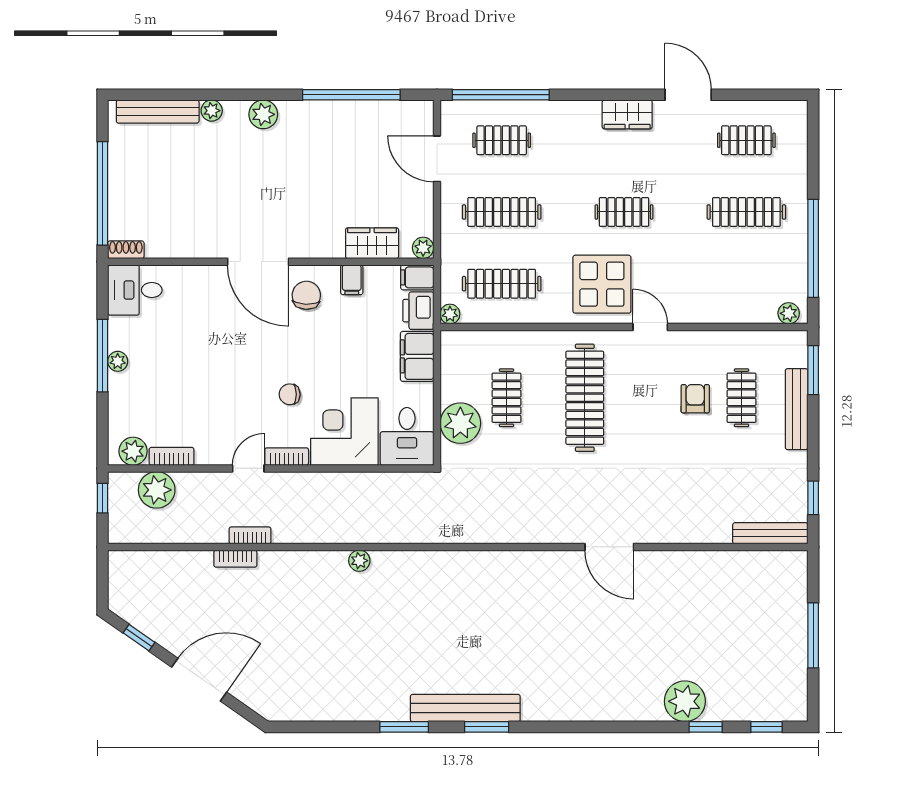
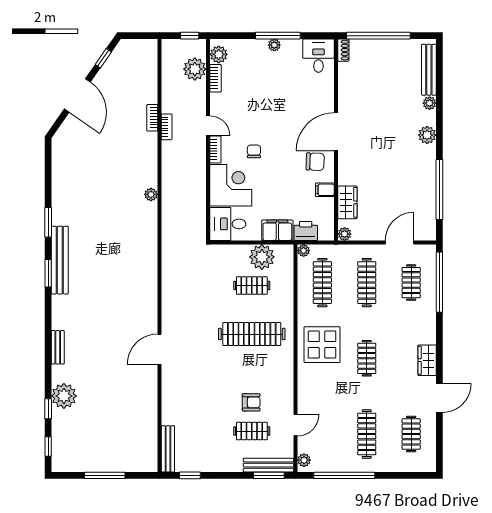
filing cabinet: (417, 277) -> (326, 230), removed
door: (650, 327) -> (295, 425), moved
bench: (797, 409) -> (268, 465), moved
plant: (460, 423) -> (262, 257), moved
bench: (606, 711) -> (58, 347), added

